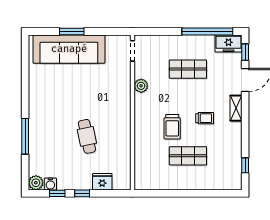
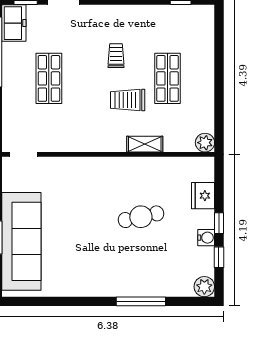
plant: (141, 86) -> (205, 143), moved
shelving: (236, 108) -> (145, 144), moved
trolley: (172, 127) -> (128, 100), turned 180
water cooler: (50, 184) -> (206, 238), moved

